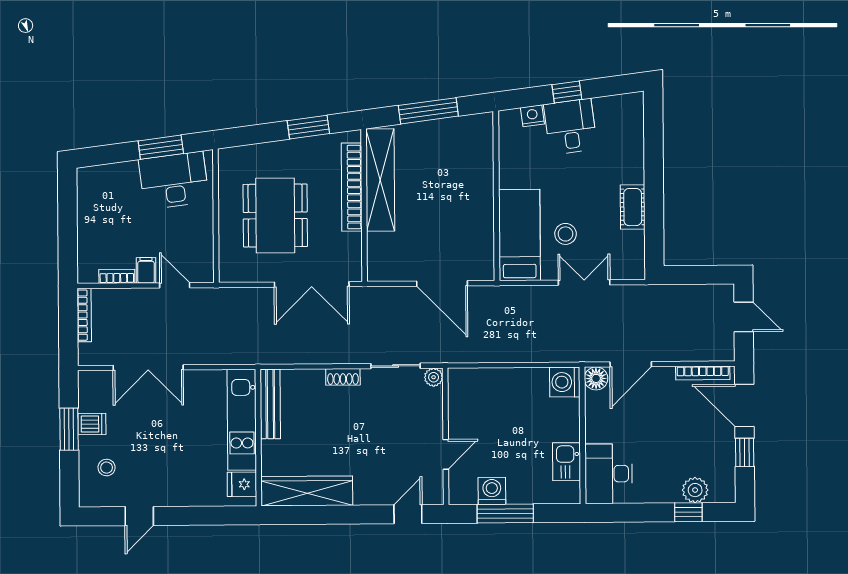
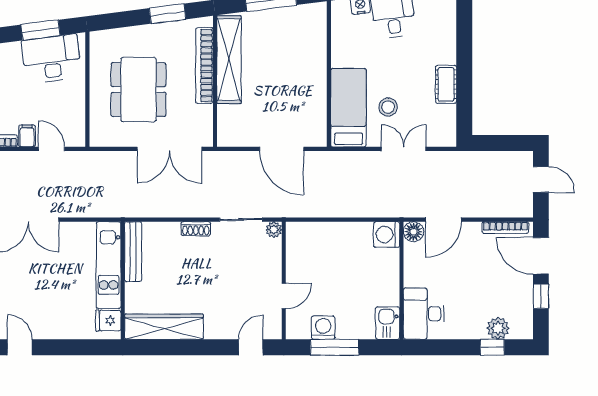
kitchen sink: (567, 462) -> (388, 323), moved
door: (139, 516) -> (20, 347), swing flipped

